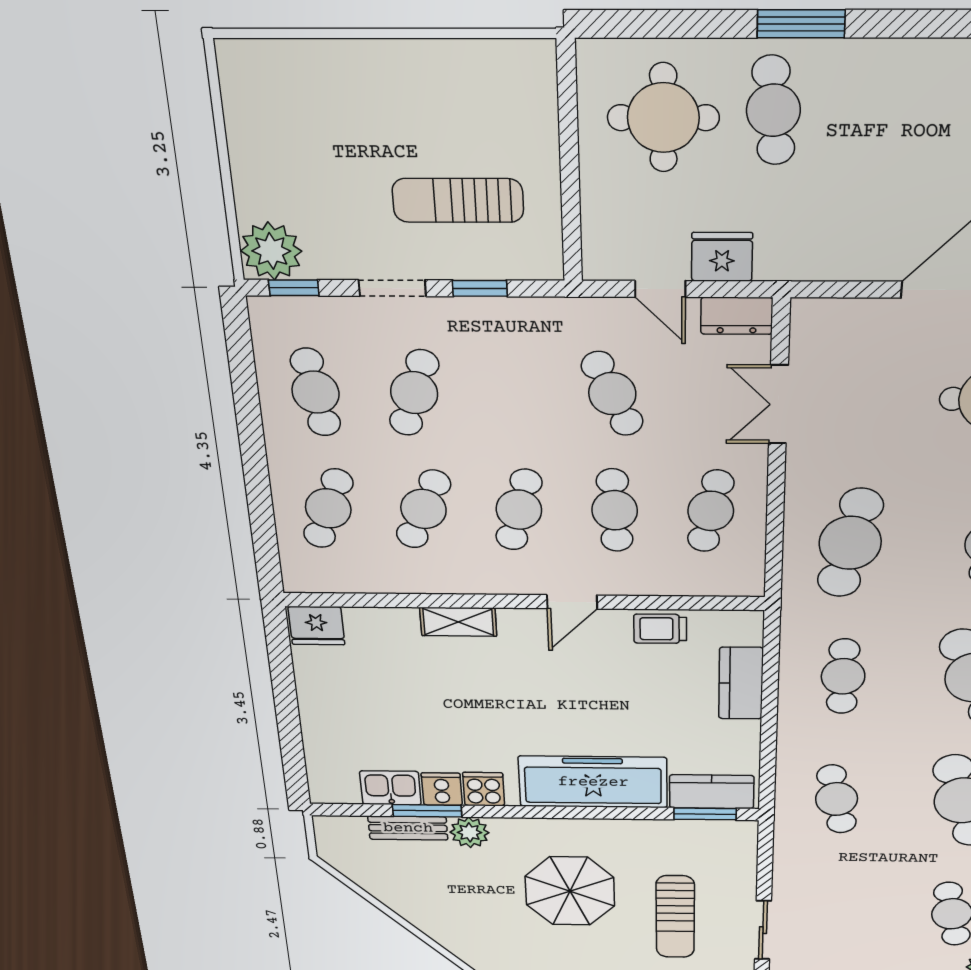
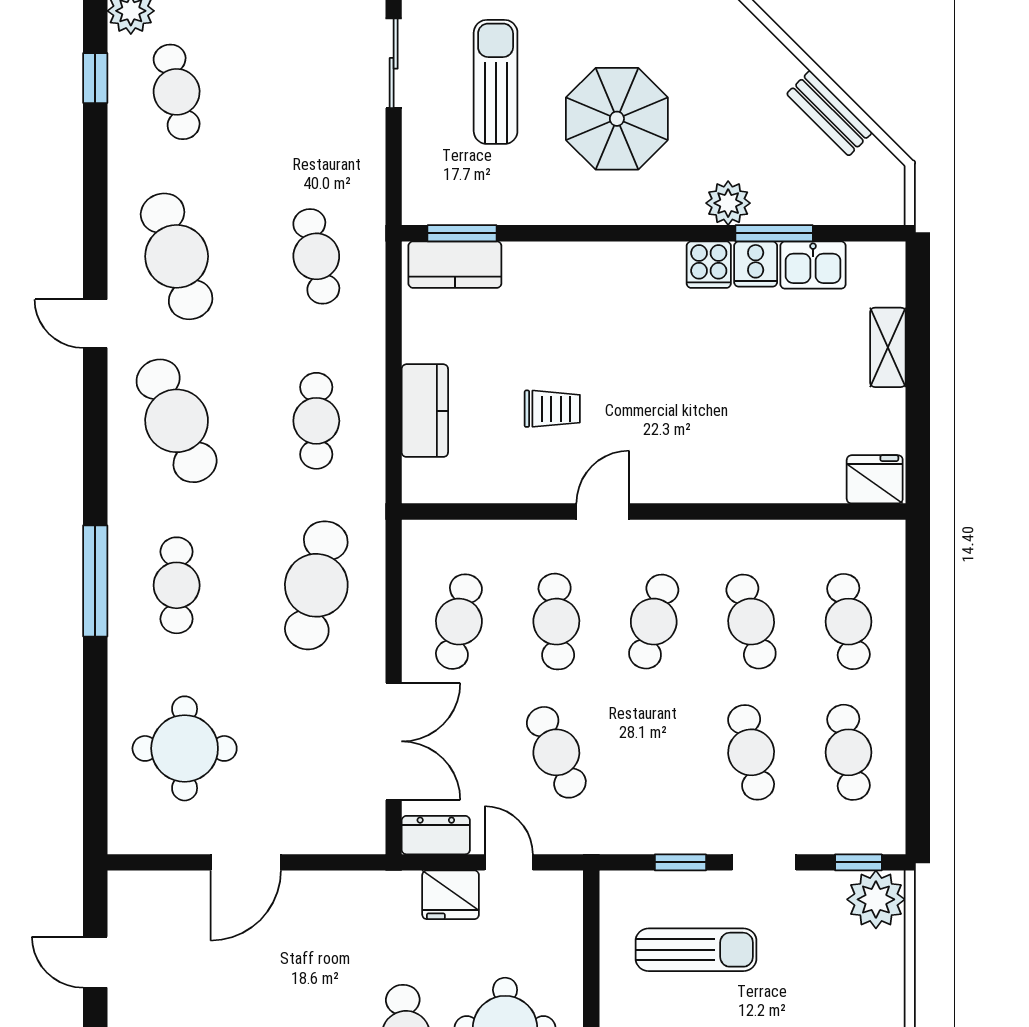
cafe table: (414, 393) -> (751, 752), turned -30
double door: (778, 404) -> (394, 741), width x1.37
cafe table: (328, 508) -> (849, 622), turned -30
cafe table: (423, 509) -> (751, 622), turned -39
shelving: (458, 622) -> (888, 347), moved, turned 90
trolley: (660, 629) -> (552, 409), moved
freezer: (593, 782) -> (587, 276), removed
bench: (408, 828) -> (829, 113), moved, turned 45

